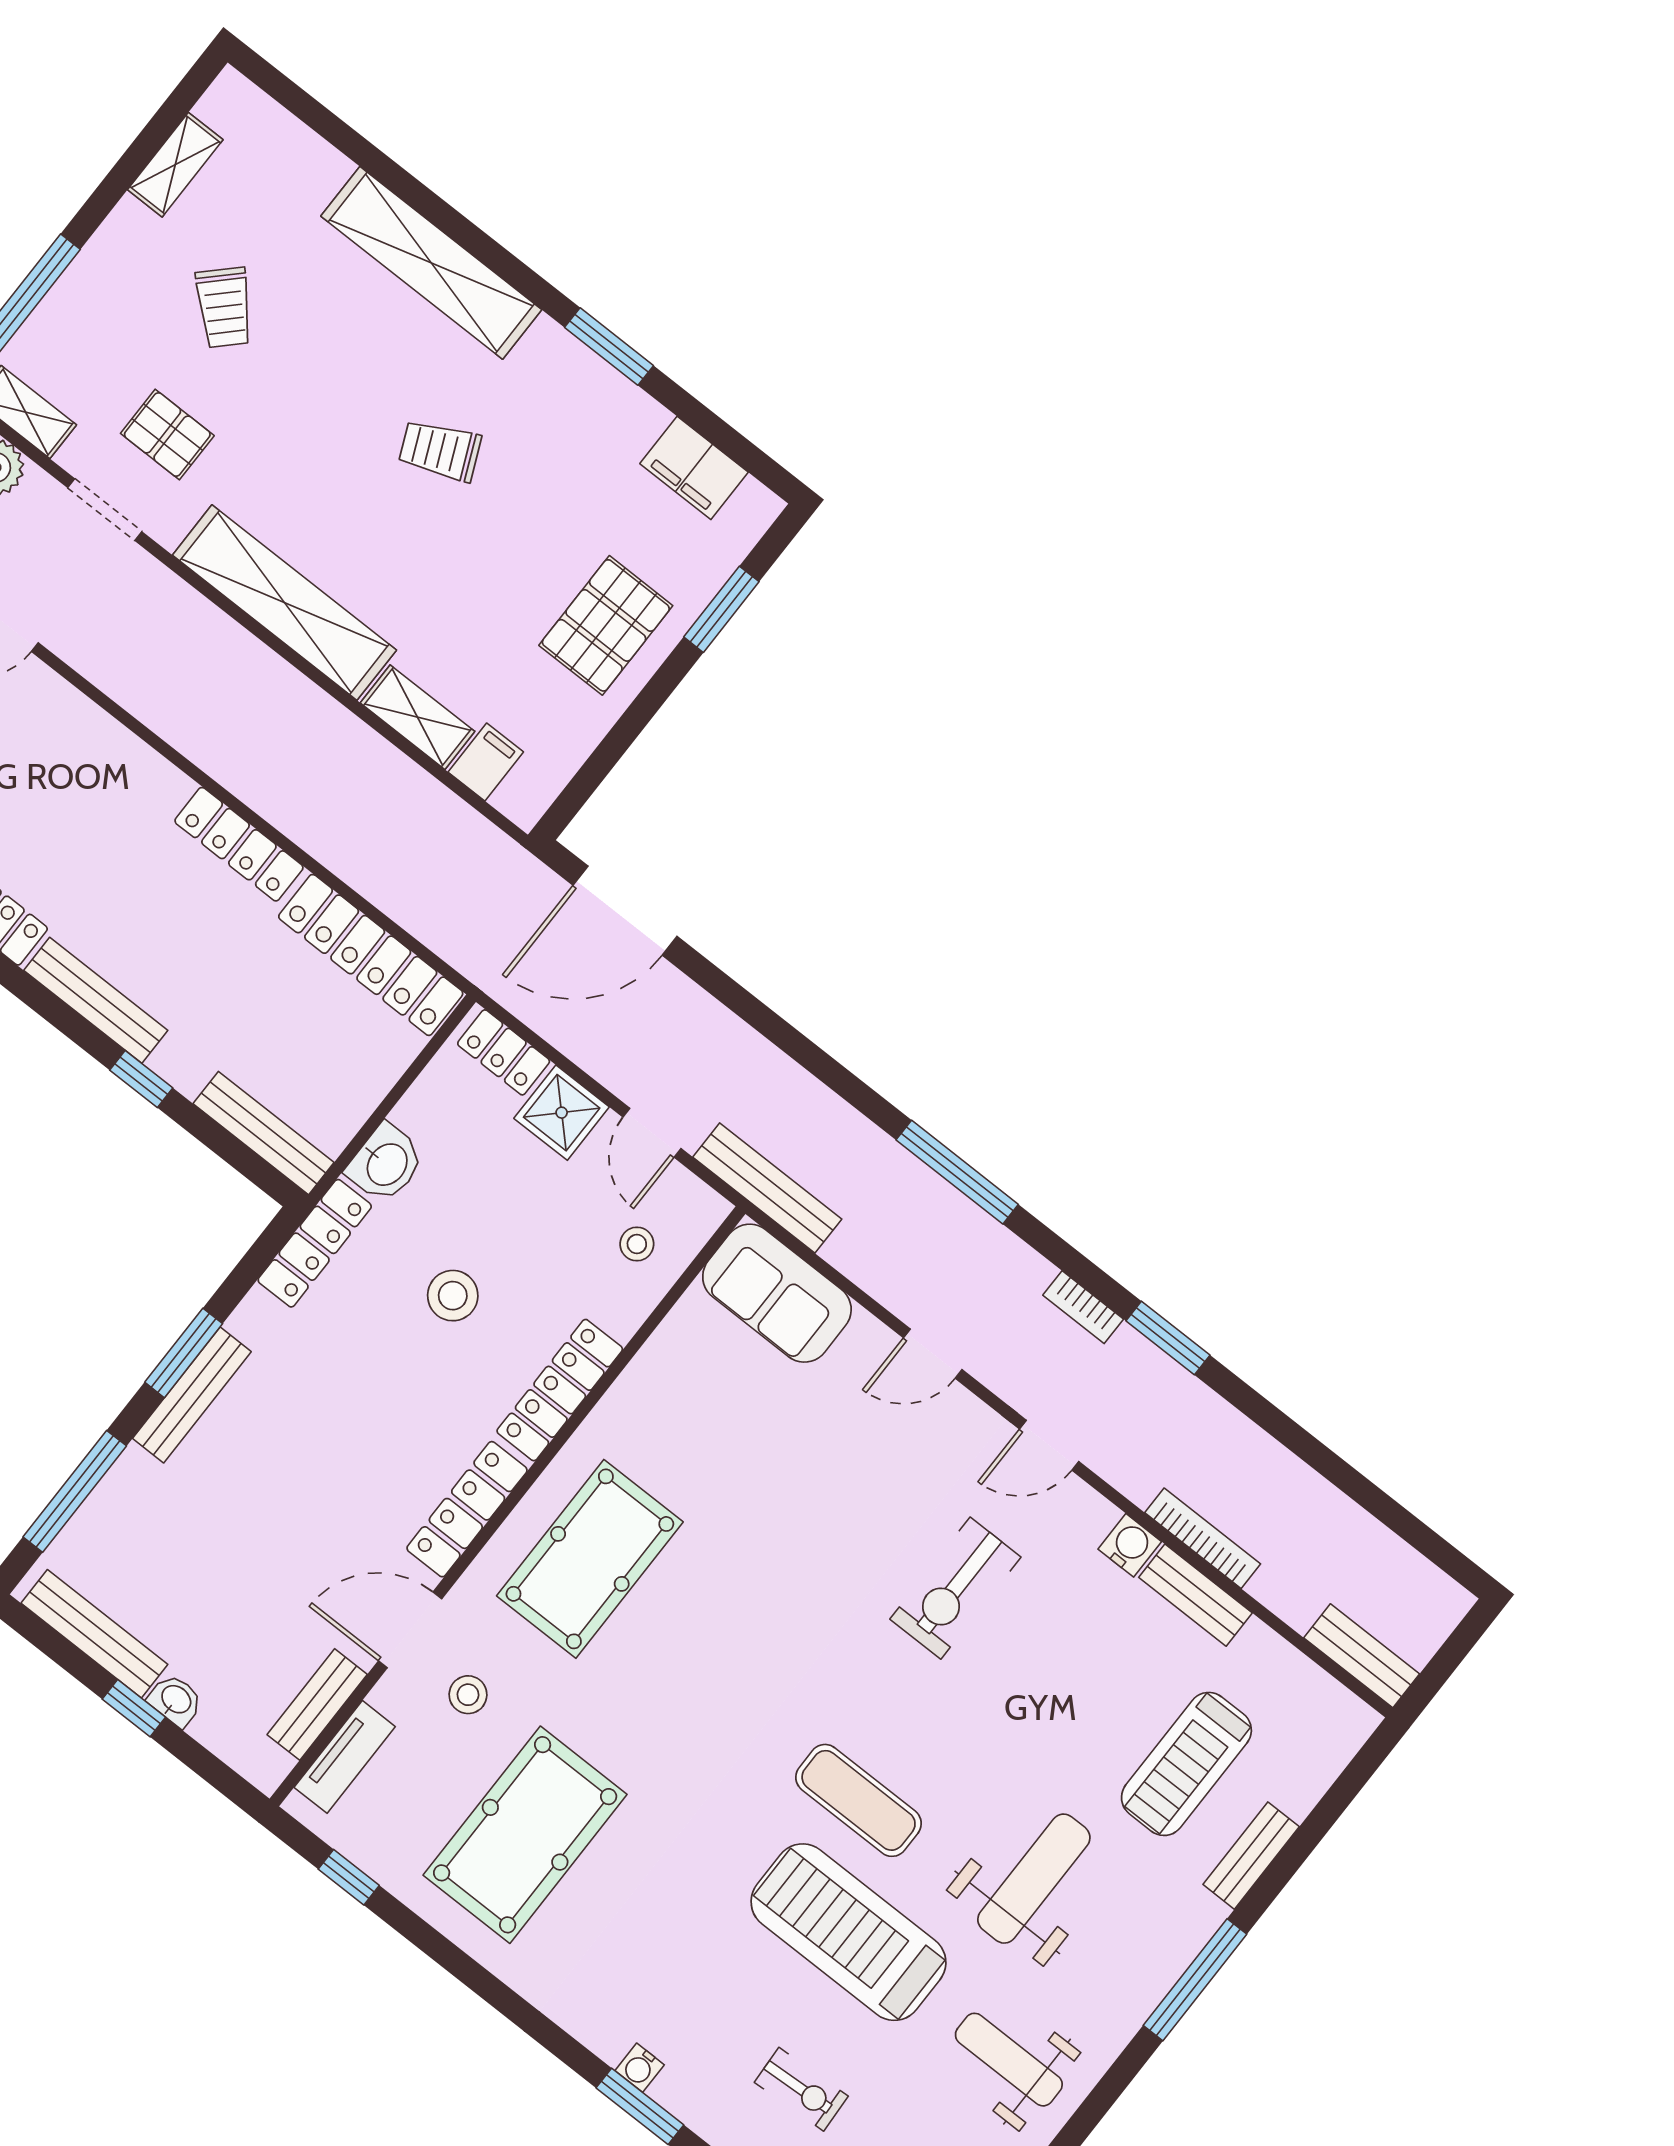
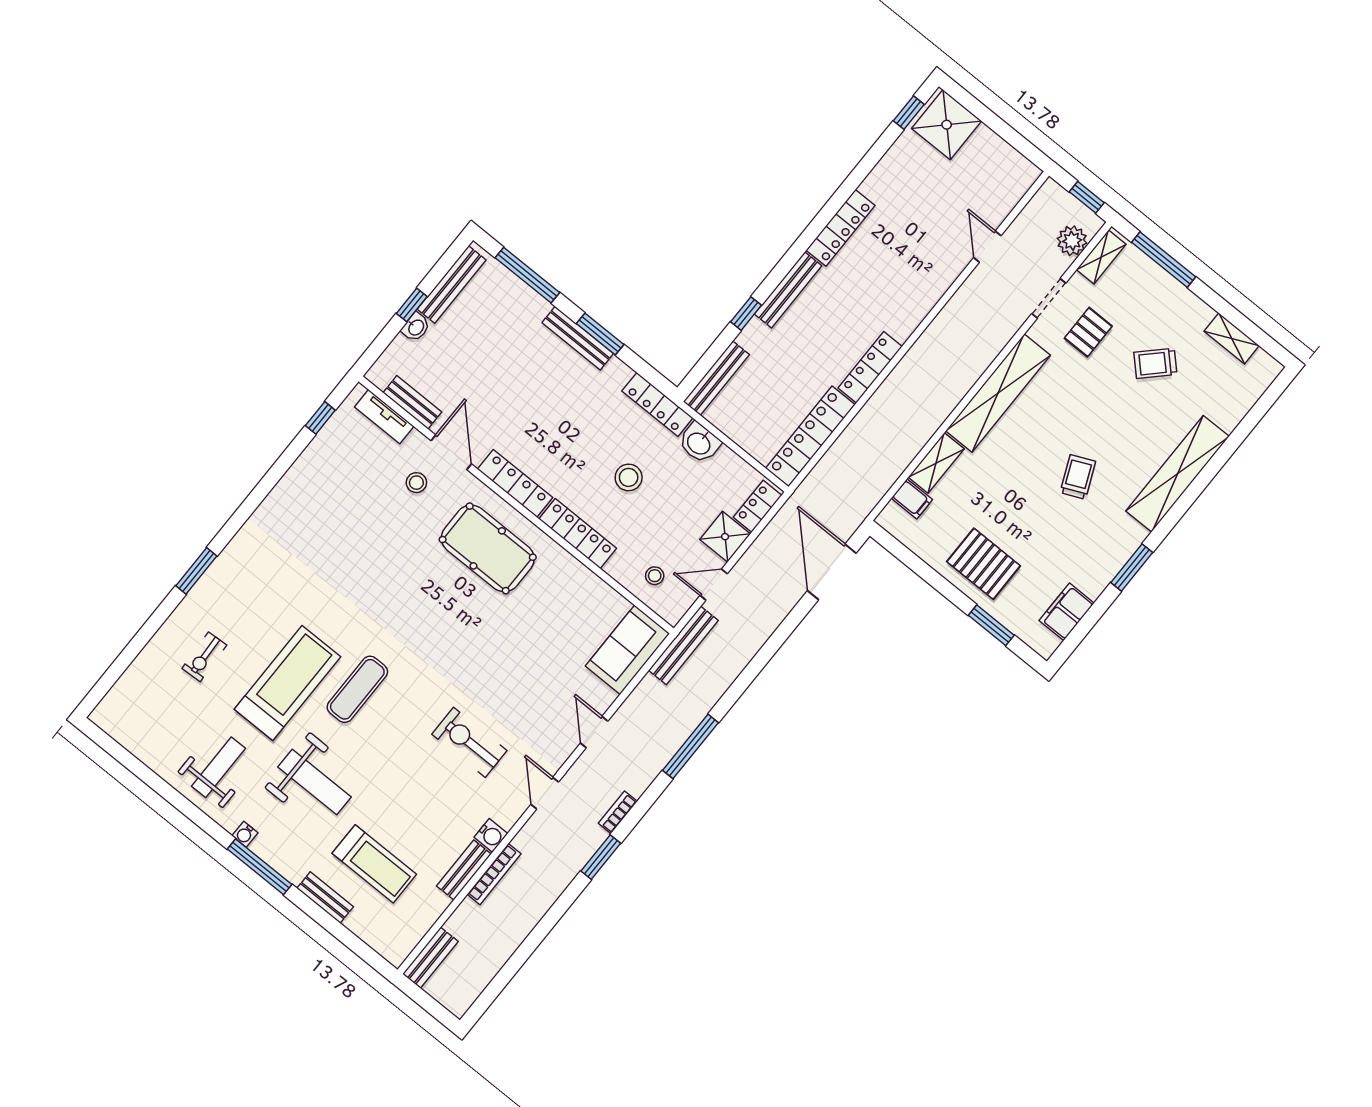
treadmill: (1186, 1764) -> (374, 864), turned 180
pool table: (525, 1835) -> (342, 512), removed
water cooler: (640, 2068) -> (245, 834), moved, turned -90

